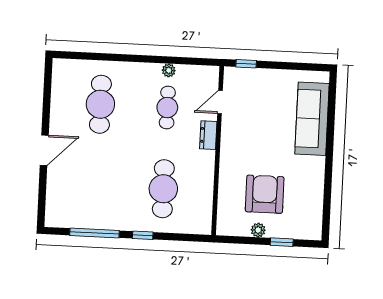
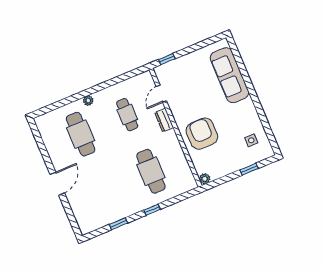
plant: (169, 70) -> (88, 100), moved
armchair: (265, 194) -> (202, 134), moved
side table: (301, 209) -> (251, 140), added
plant: (258, 230) -> (205, 179), moved
window: (94, 233) -> (118, 224), width x0.46

